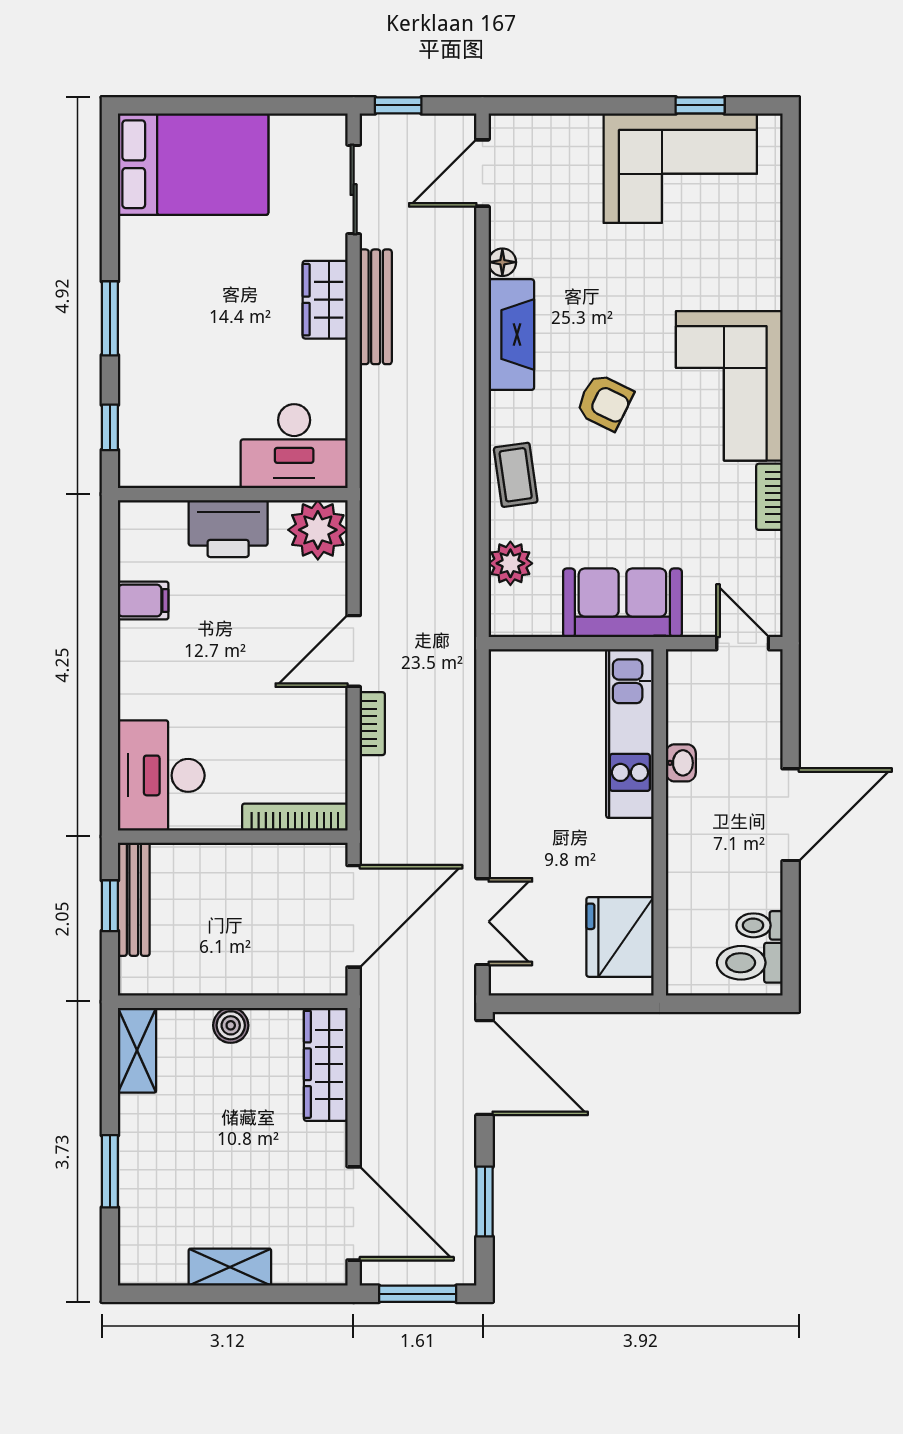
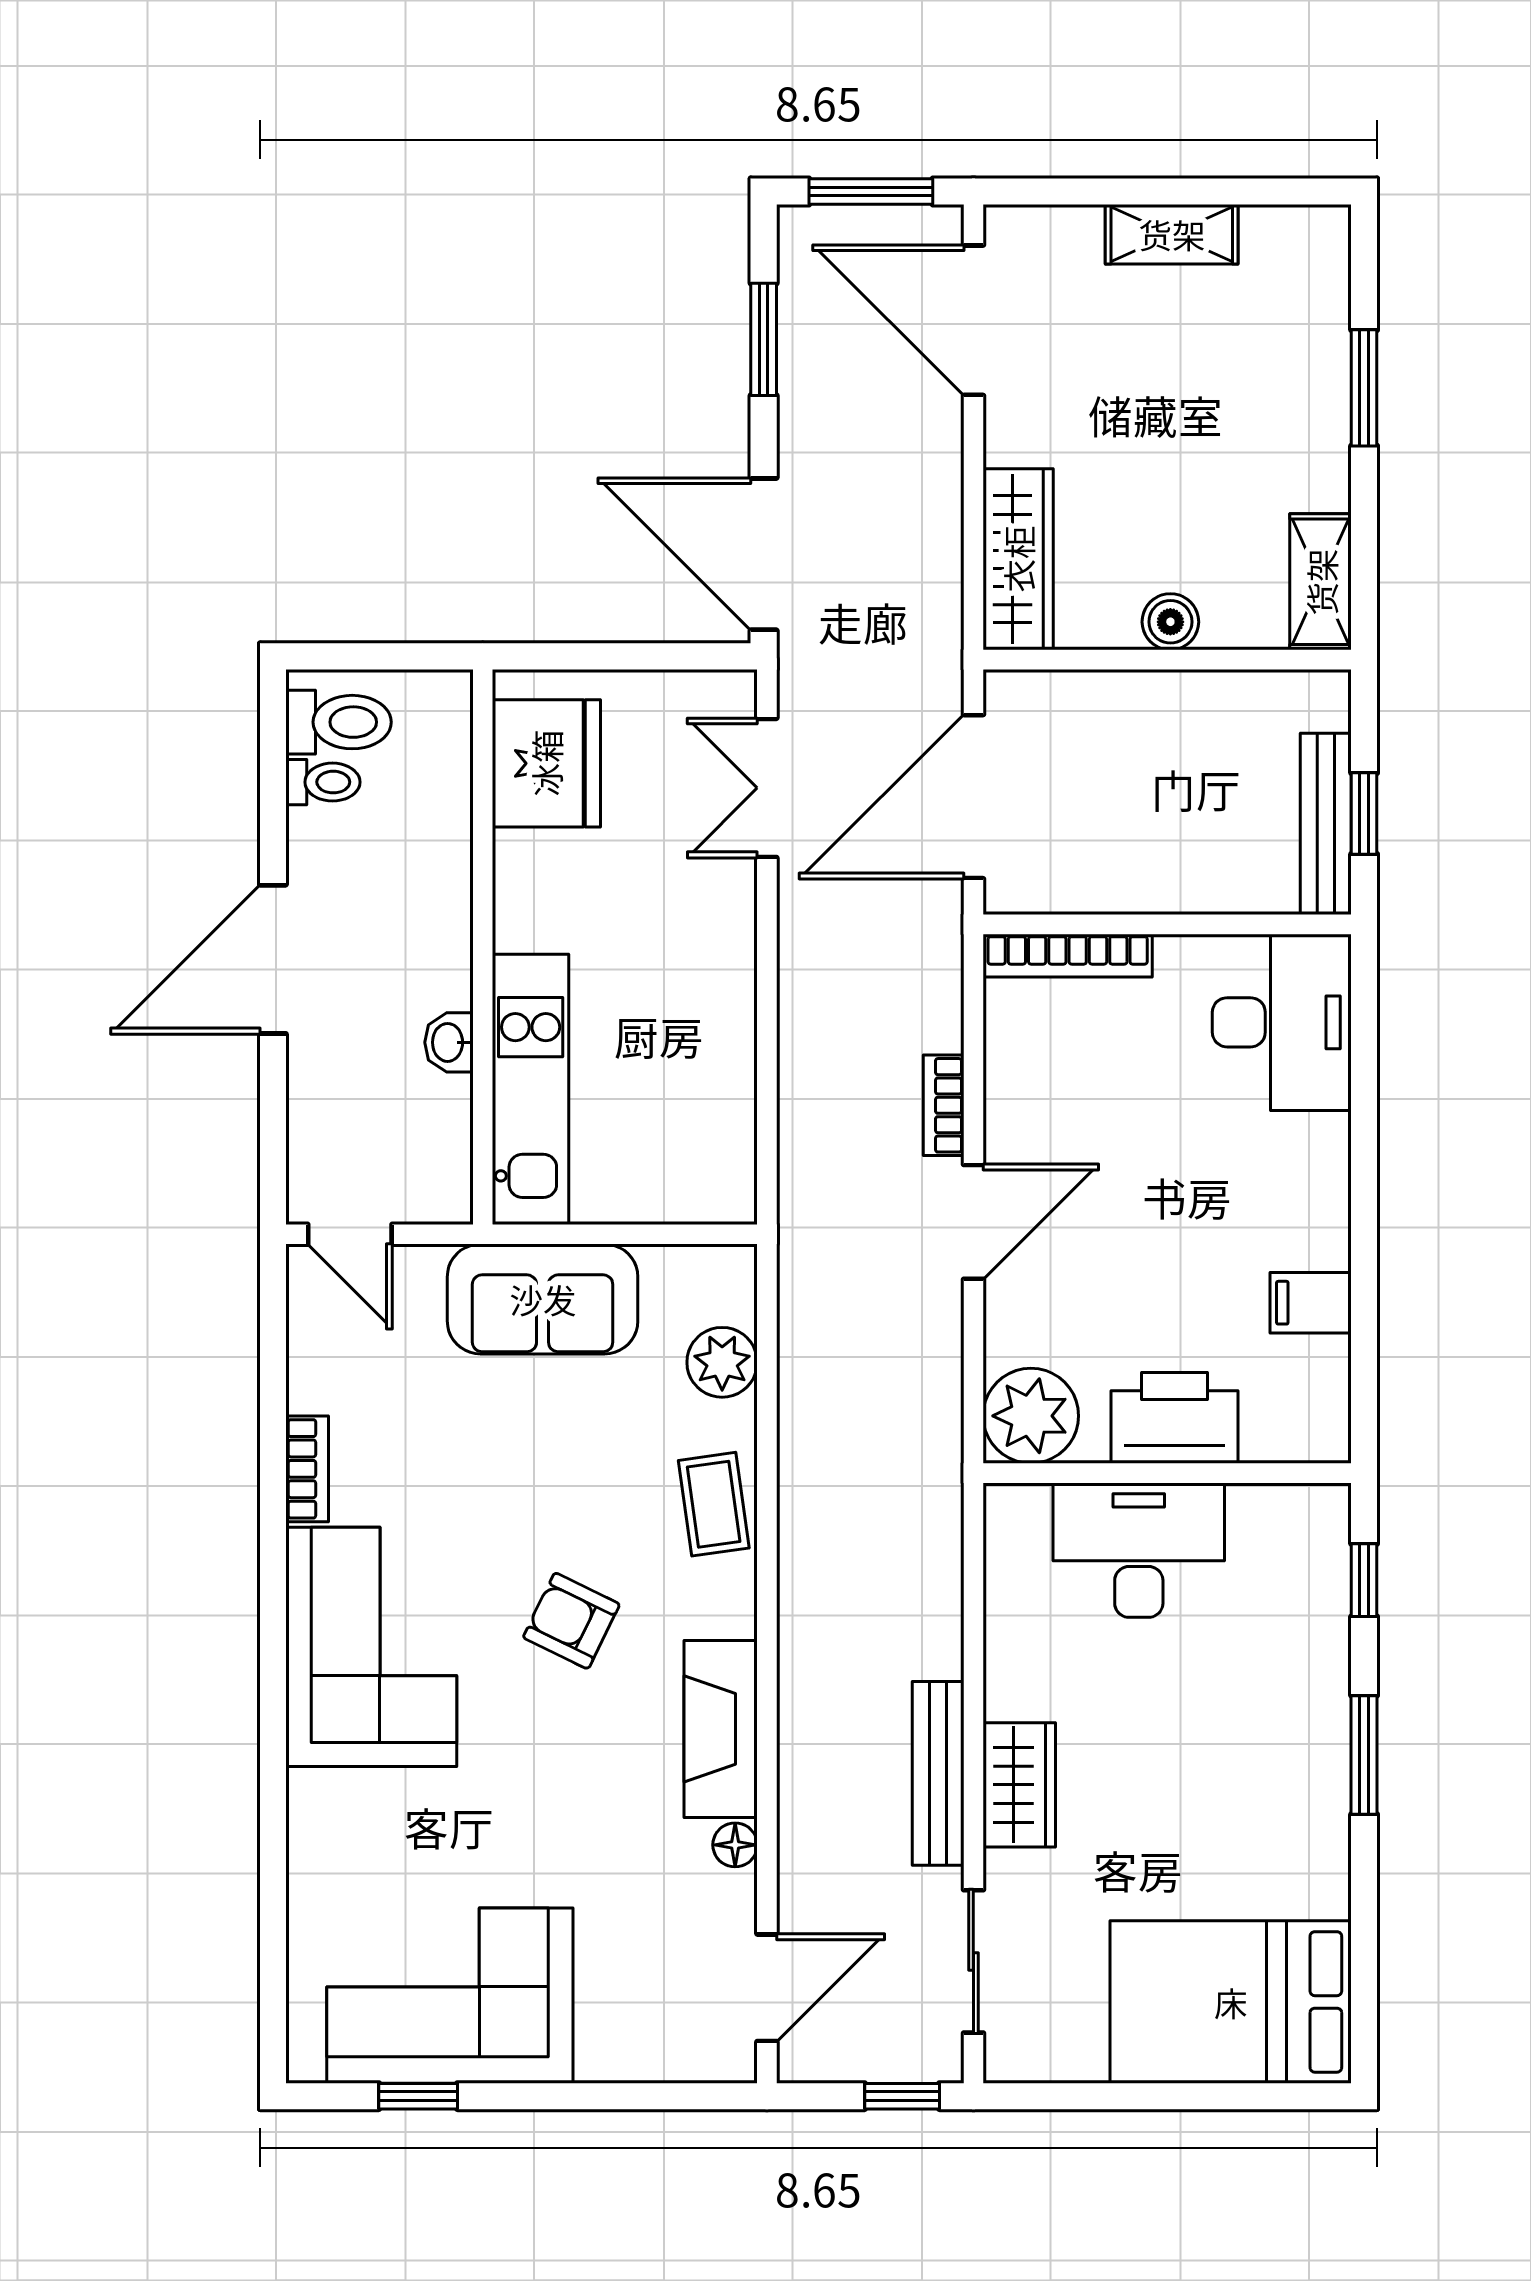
desk: (294, 446) -> (1139, 1550), moved

